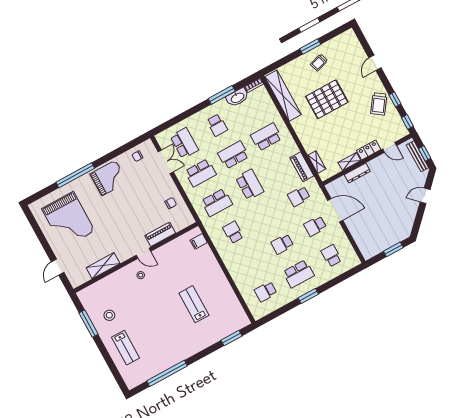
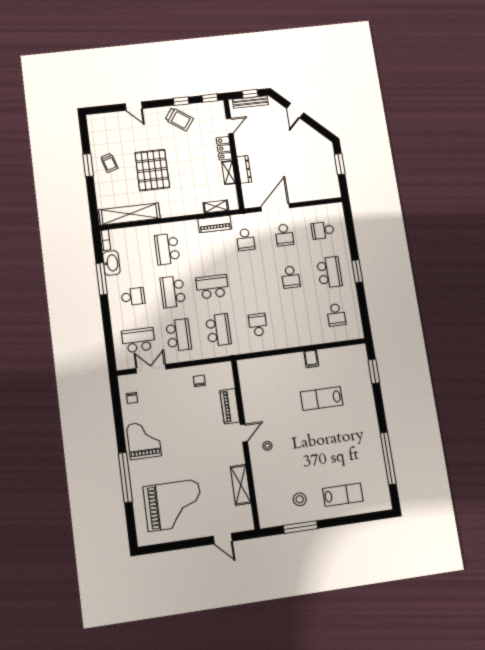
school desk: (233, 232) -> (258, 325), turned 90
filing cabinet: (199, 241) -> (311, 359), moved

